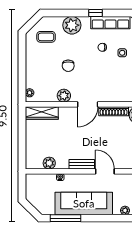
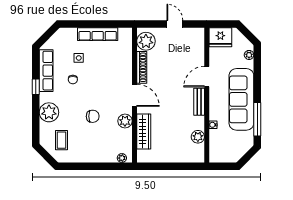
wardrobe: (42, 113) -> (144, 132), moved

